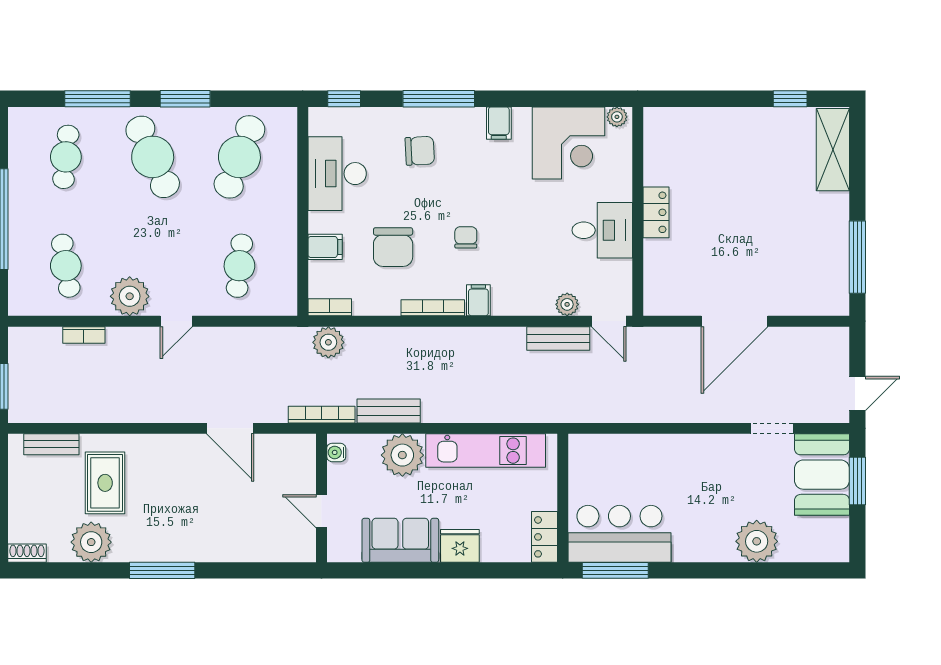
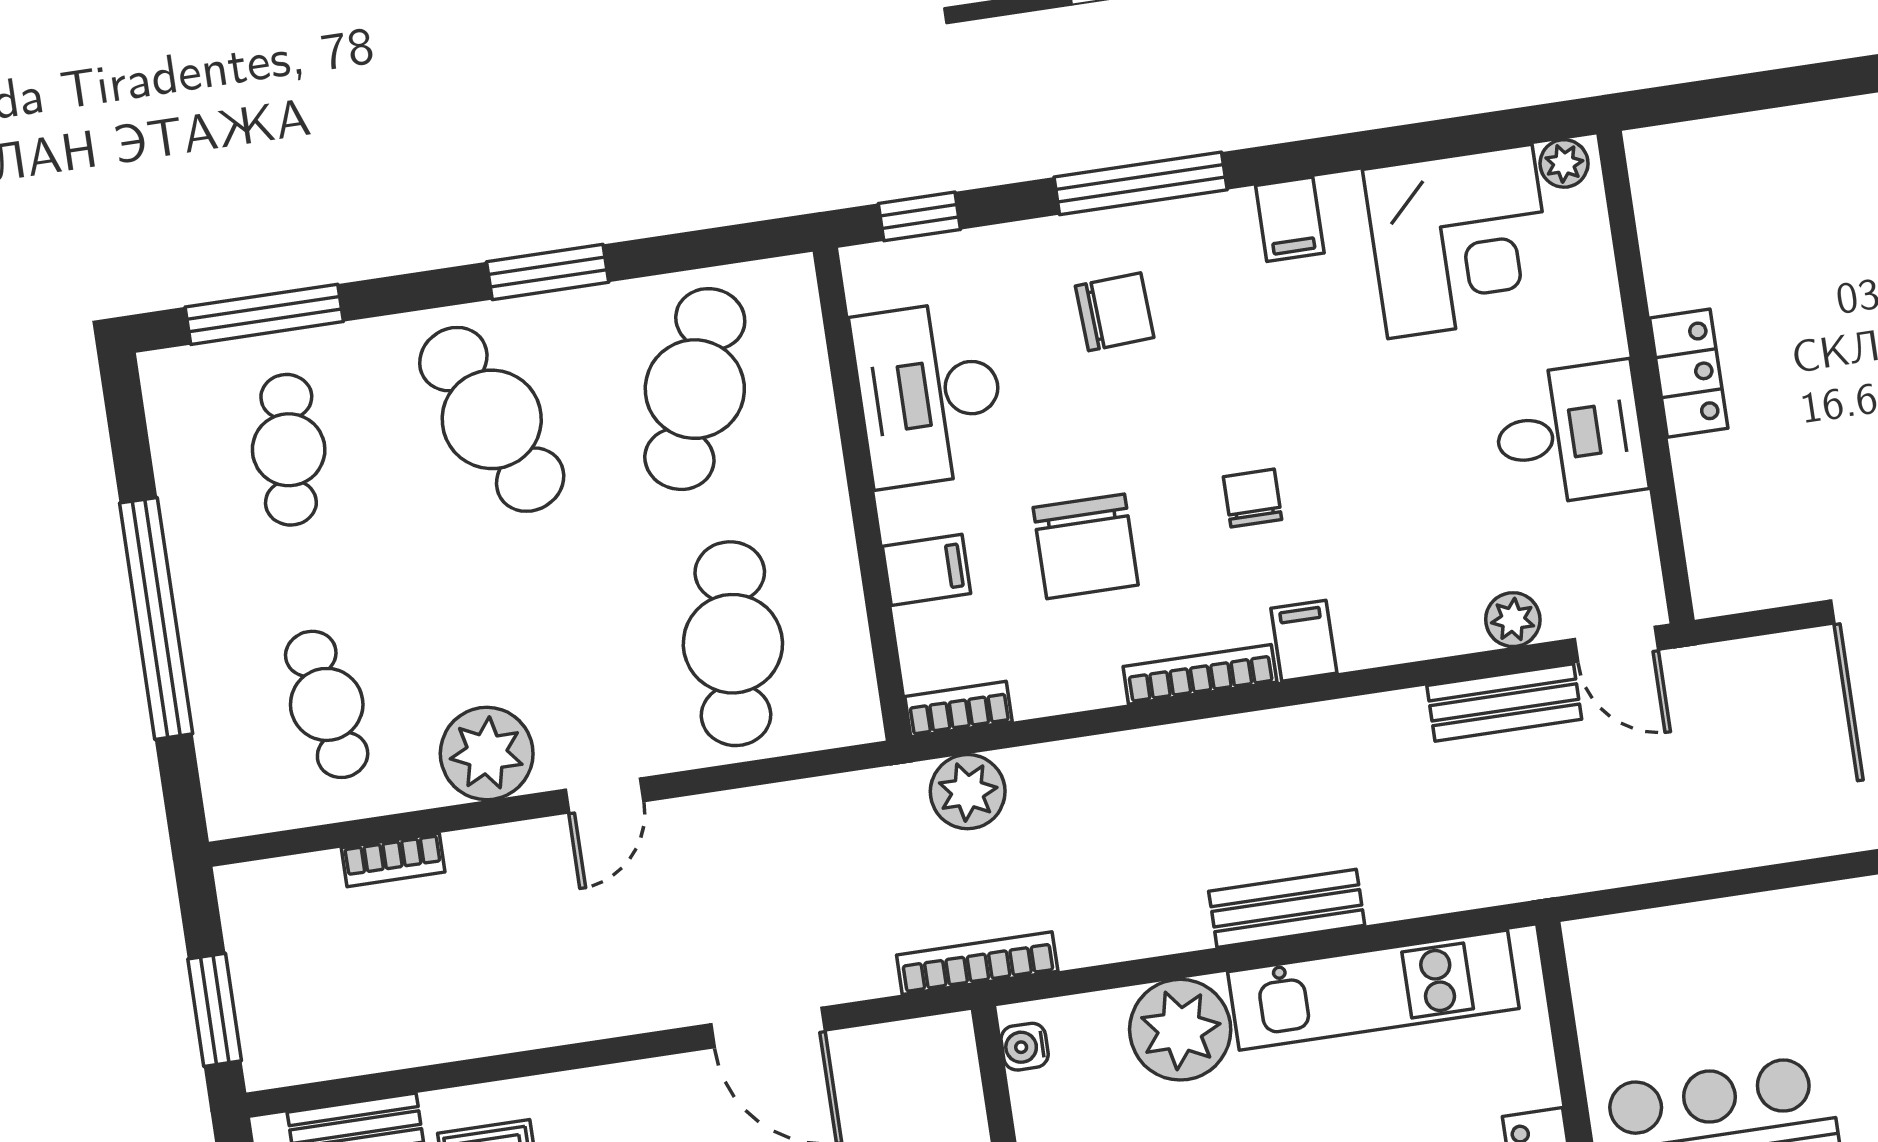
window: (97, 99) -> (264, 314), moved
cafe table: (239, 266) -> (733, 644), width x1.37, depth x1.35
bench: (389, 411) -> (1287, 908), moved

